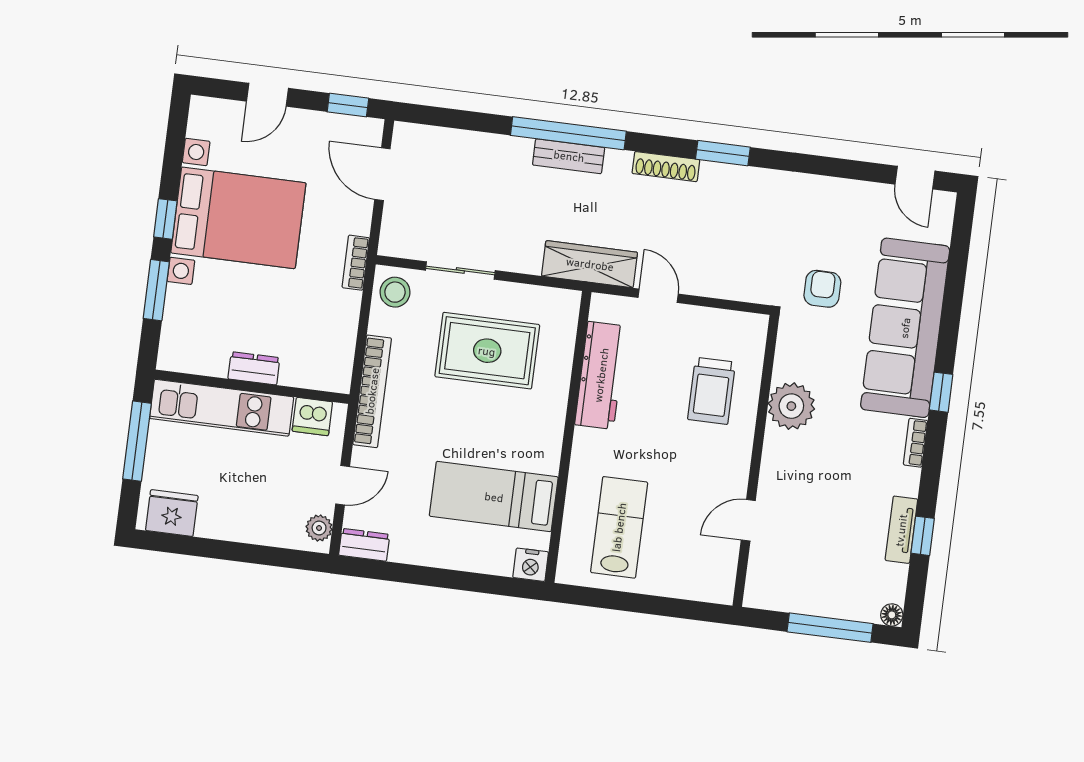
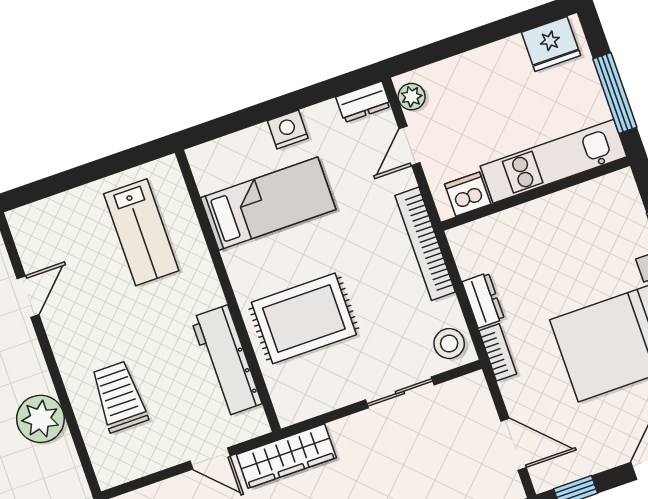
rug: (487, 351) -> (304, 318), moved
dresser: (254, 368) -> (483, 300), moved, turned -90
nightstand: (531, 565) -> (288, 130), moved

